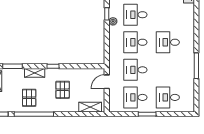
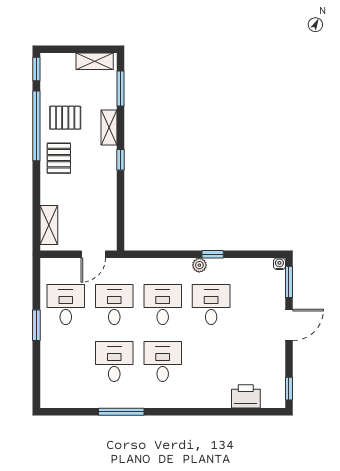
door: (107, 82) -> (93, 254), swing flipped
pallet: (63, 90) -> (59, 158), moved, turned 90
desk: (168, 97) -> (114, 361), moved

